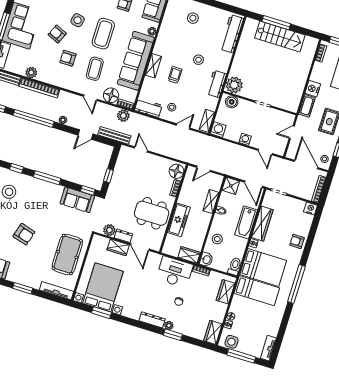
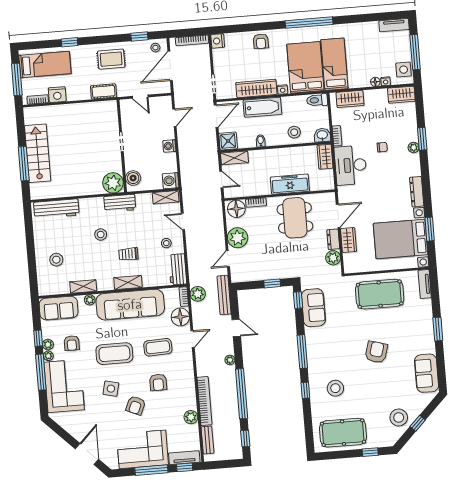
shelving: (164, 30) -> (83, 287), added
nightstand: (313, 89) -> (57, 95), moved
plant: (154, 163) -> (238, 238), added
shelving: (211, 202) -> (234, 158), moved
tv unit: (57, 291) -> (425, 284), width x0.71
dresser: (152, 320) -> (417, 192), moved

